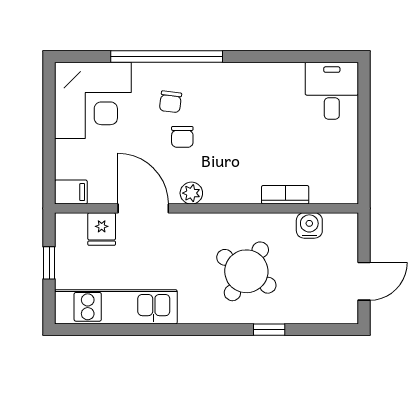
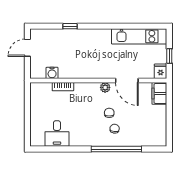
desk: (332, 91) -> (57, 134), moved
corner desk: (93, 100) -> (150, 129), removed
filing cabinet: (71, 192) -> (159, 93), width x2.00
fridge: (102, 229) -> (161, 71), moved
round table: (246, 271) -> (80, 52), removed

